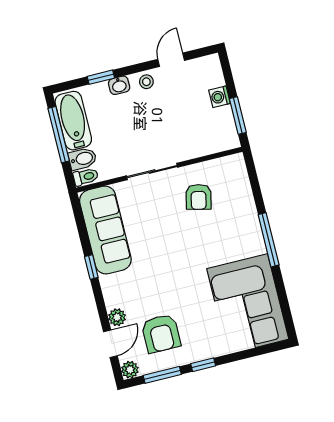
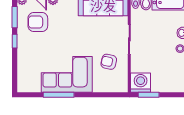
washing machine: (220, 97) -> (141, 83), moved, width x1.89, depth x1.89
window: (269, 240) -> (59, 95), moved
corner sofa: (248, 304) -> (67, 74), moved

